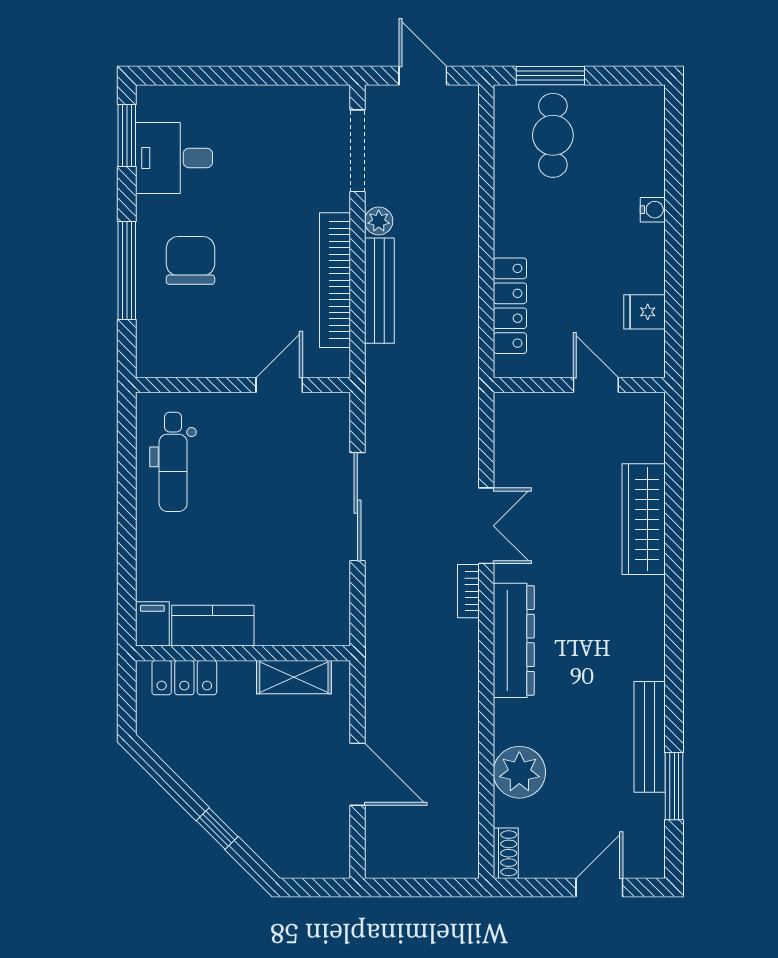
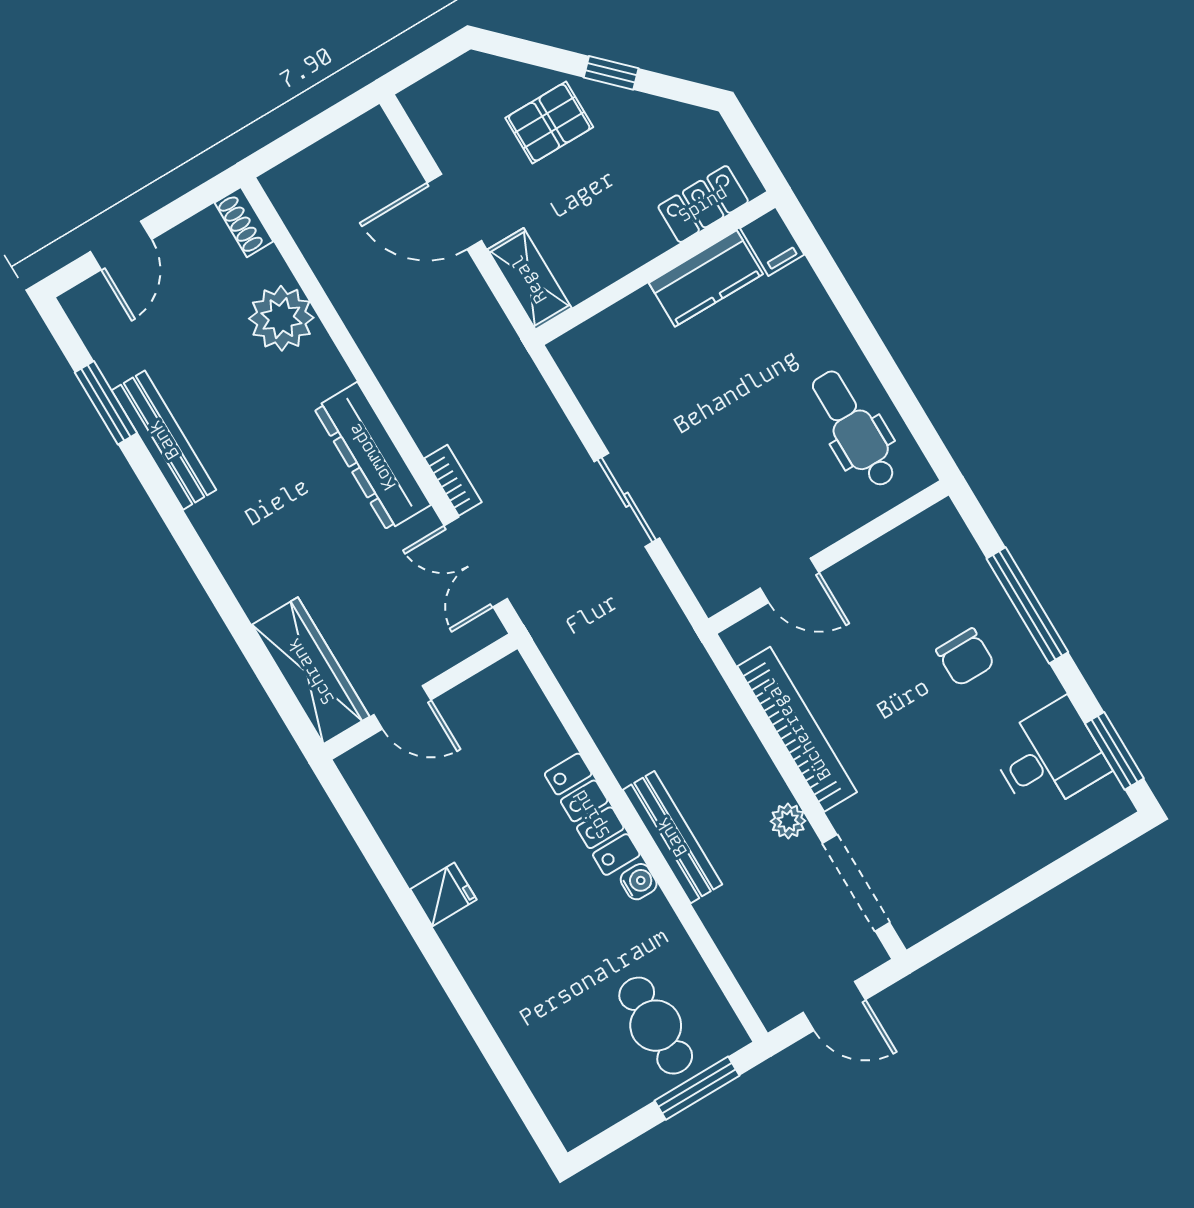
water cooler: (653, 210) -> (639, 882), moved, turned 180
chair: (190, 260) -> (965, 657), width x0.73, depth x0.73
bench: (379, 291) -> (672, 837), moved
door: (279, 385) -> (789, 580), hinge flipped
wall: (579, 385) -> (420, 697), moved
door: (596, 385) -> (402, 707), moved
sliding door: (357, 507) -> (627, 500), width x0.73
shelving: (294, 677) -> (529, 279), moved, turned 90
pallet: (256, 796) -> (549, 123), added
window: (217, 829) -> (611, 73), moved

